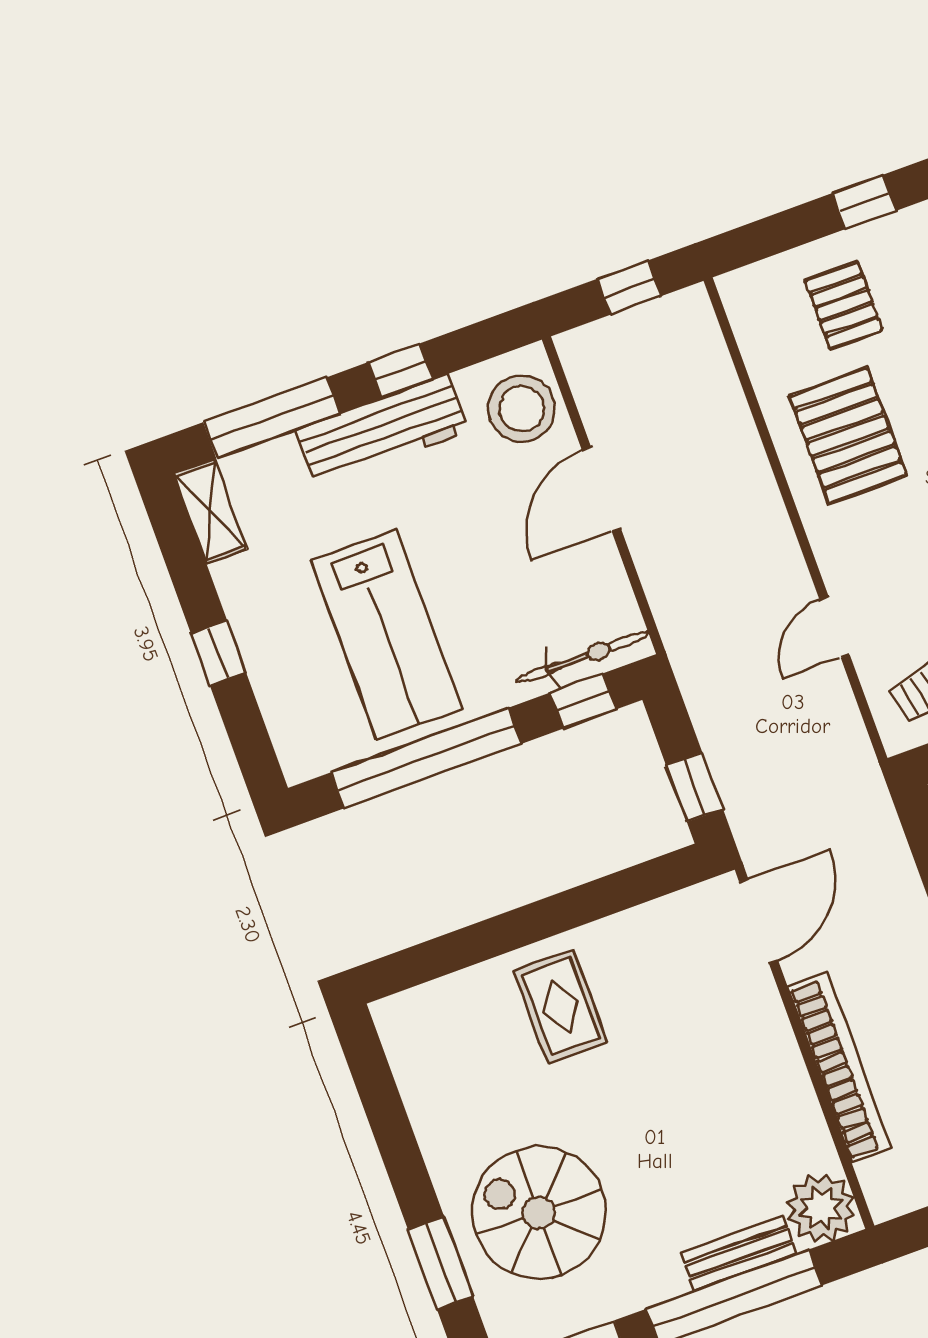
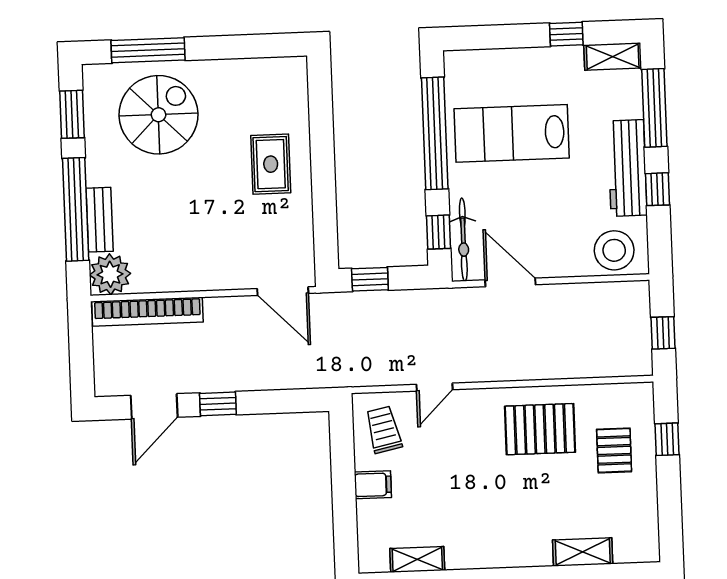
window: (864, 202) -> (667, 439), moved
pallet: (844, 305) -> (614, 450), turned 90
door: (601, 489) -> (510, 282), moved
door: (835, 627) -> (435, 387), swing flipped
window: (218, 653) -> (566, 34), moved
rug: (560, 1006) -> (271, 164), turned 90
bookcase: (840, 1067) -> (147, 312), moved
window: (440, 1263) -> (148, 50), width x1.44

